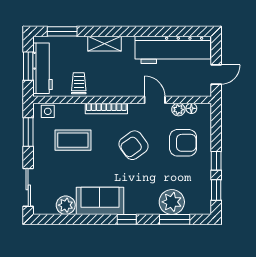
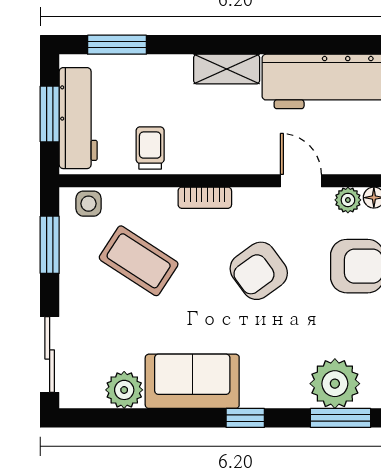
shelving: (104, 44) -> (227, 69), moved
bookcase: (106, 108) -> (205, 198), width x0.64
coffee table: (73, 140) -> (139, 261), turned 33

